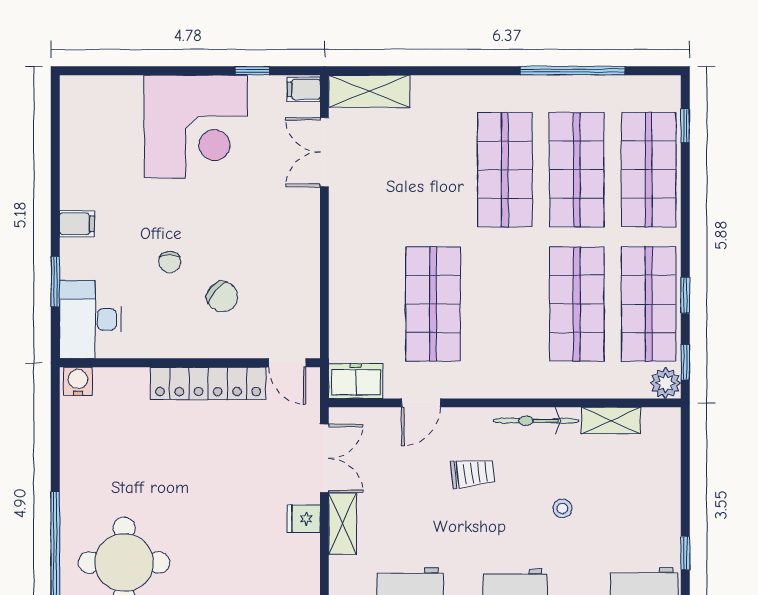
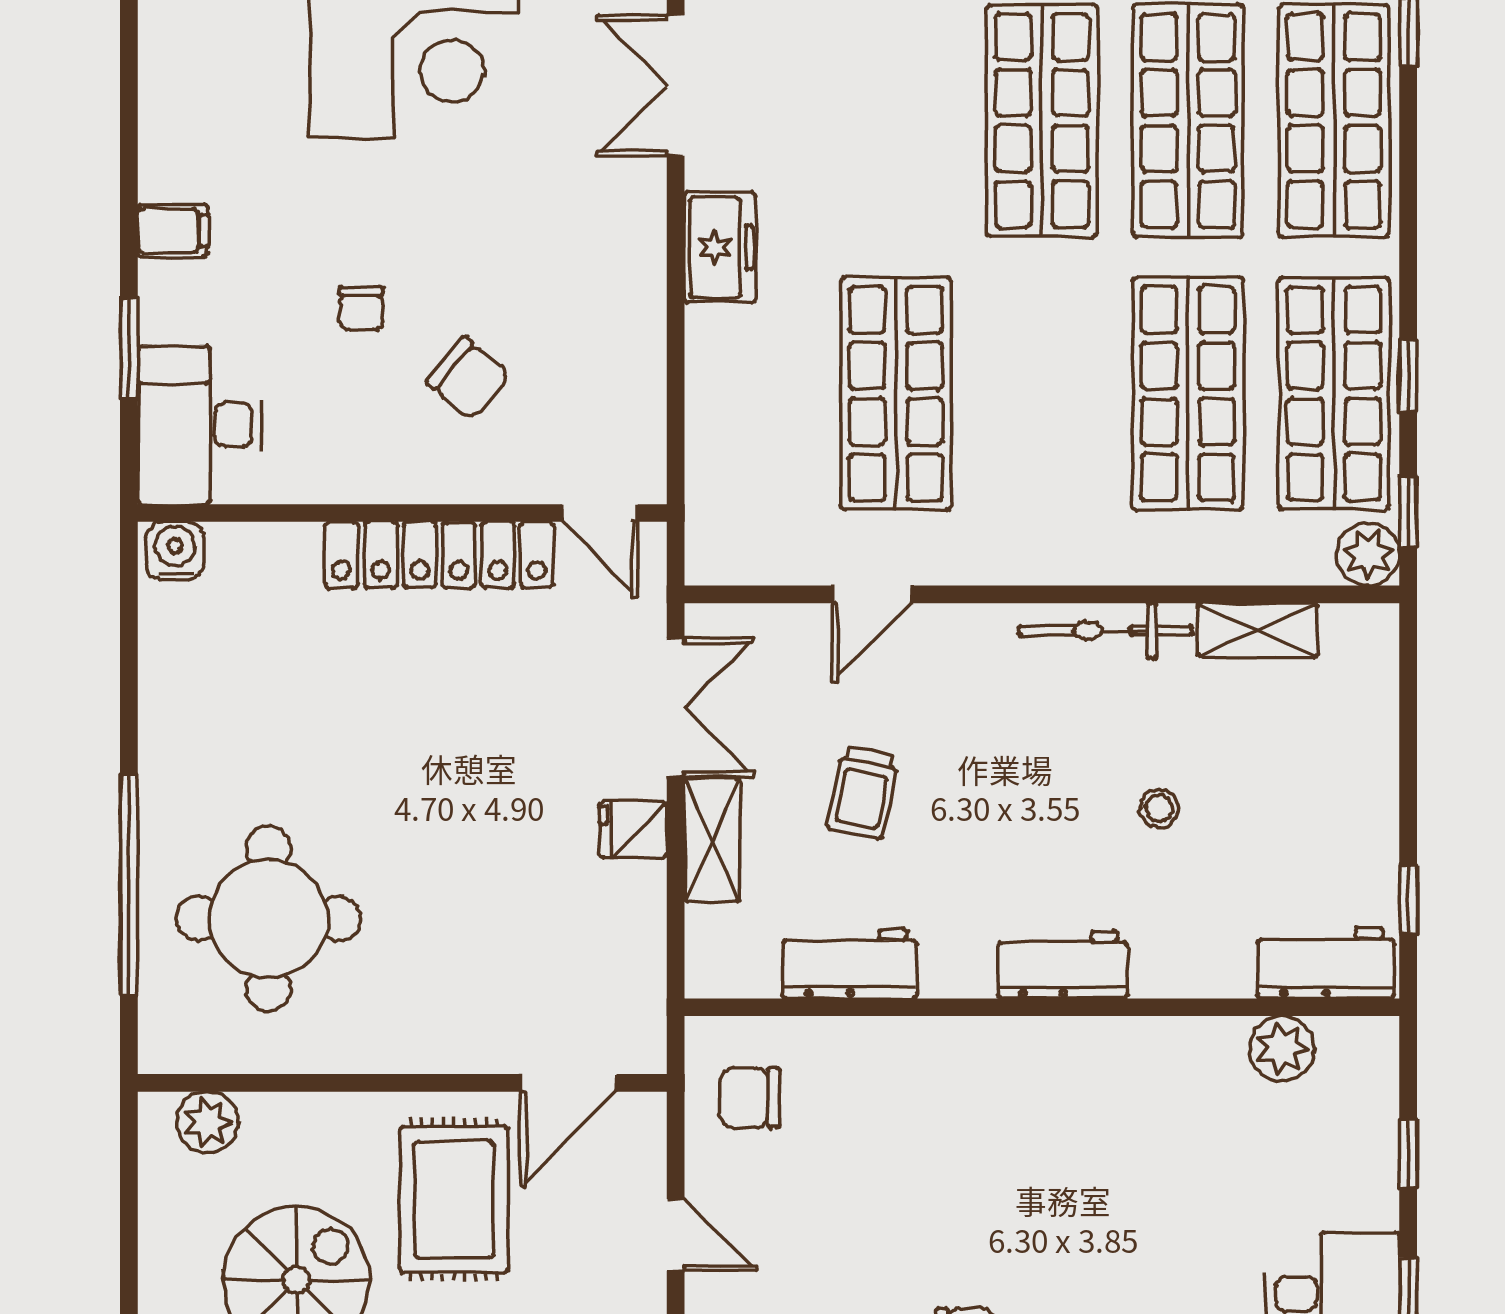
freezer: (356, 381) -> (720, 247), moved, turned 90
trolley: (473, 473) -> (863, 793), moved, turned 107

